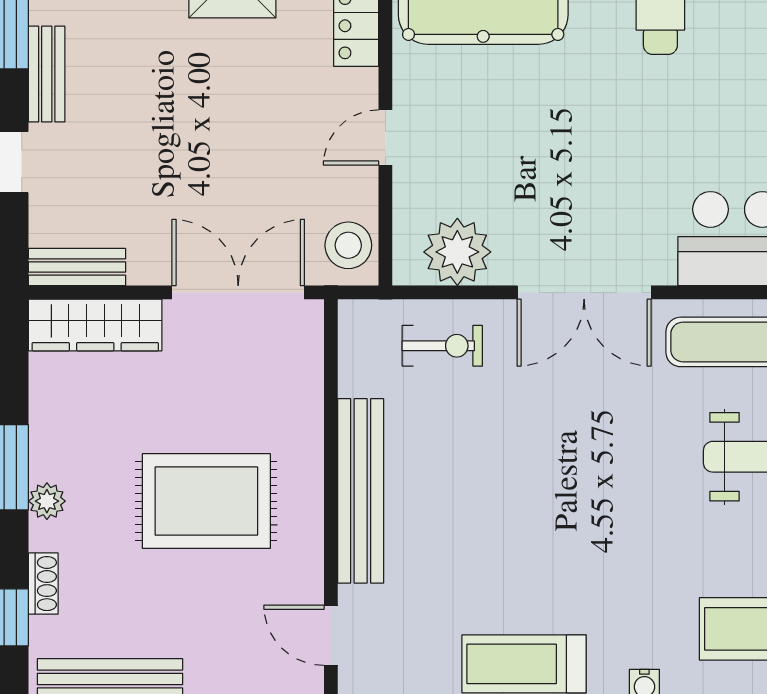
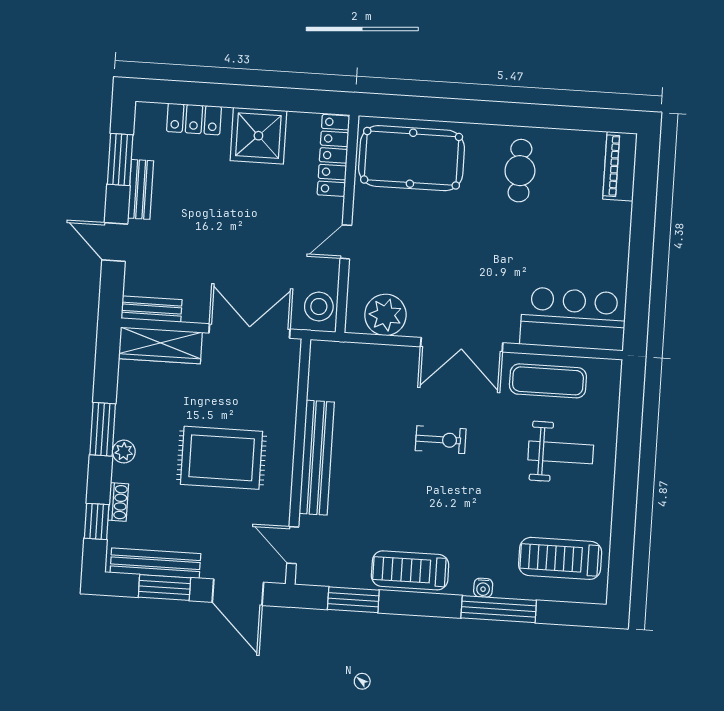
exercise bike: (442, 346) -> (441, 440), moved

